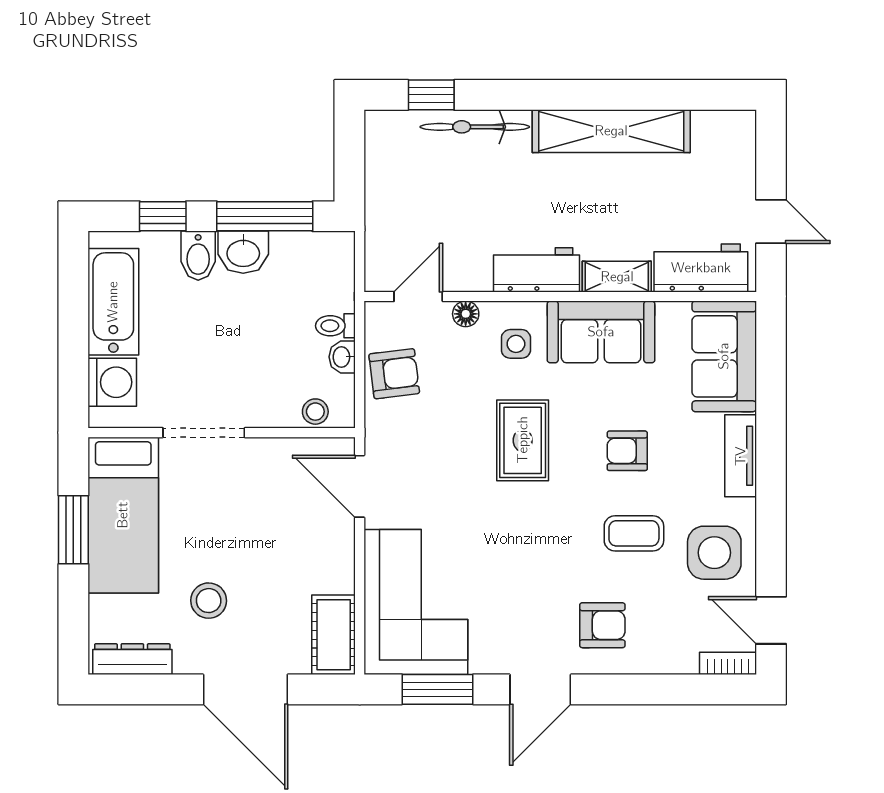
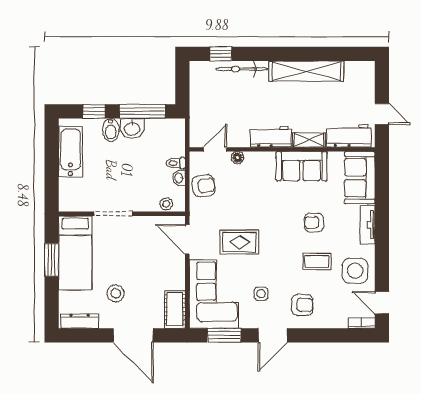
side table: (516, 344) -> (261, 294), moved
washing machine: (112, 382) -> (70, 190), removed
rug: (523, 440) -> (240, 242), moved, turned 90

